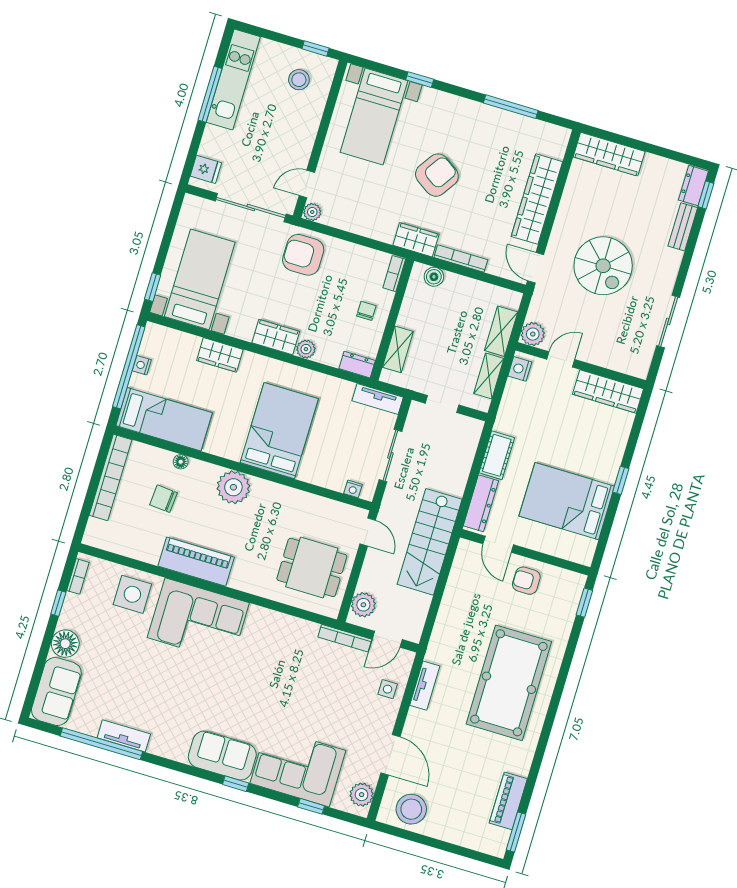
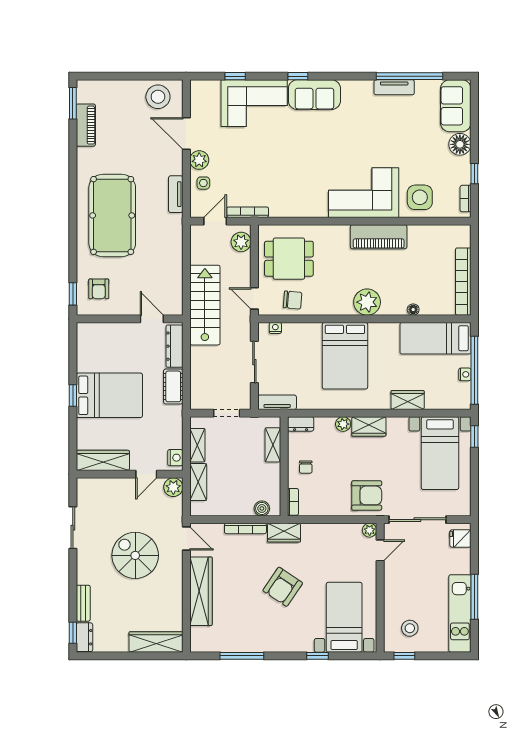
chair: (164, 499) -> (293, 300), moved
bed: (567, 501) -> (109, 395), moved
armchair: (526, 581) -> (99, 289), moved, turned 90
plant: (362, 795) -> (199, 160), moved

